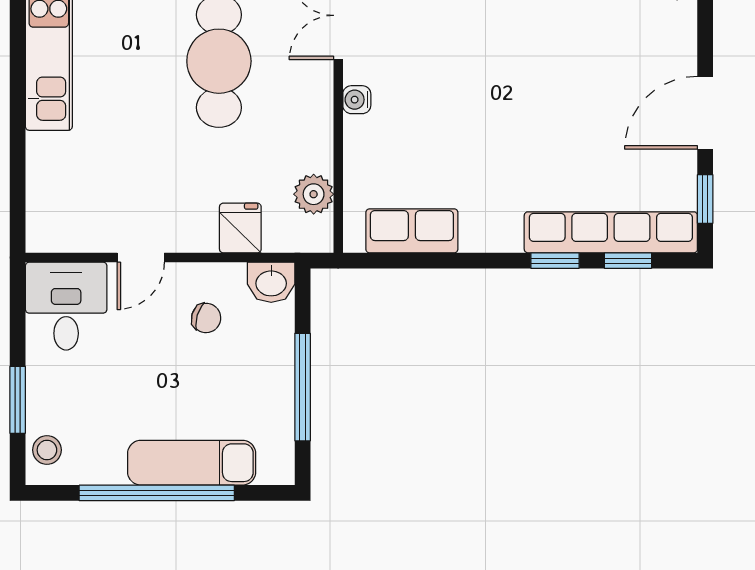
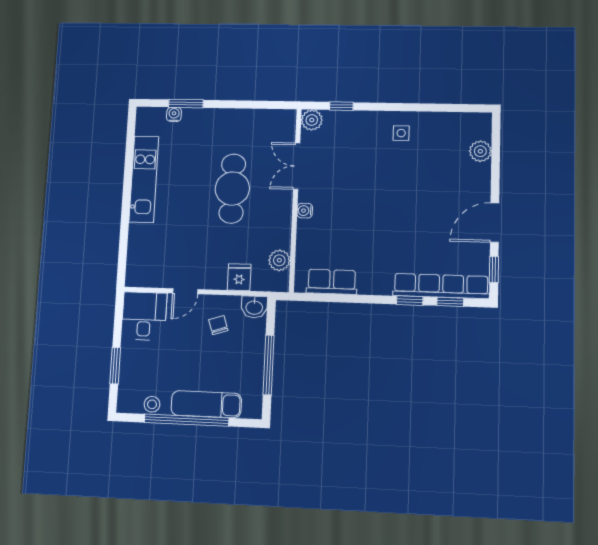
chair: (206, 318) -> (218, 325), turned -124
stool: (47, 450) -> (152, 404), moved

